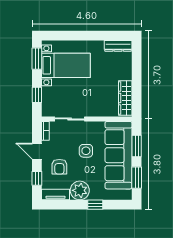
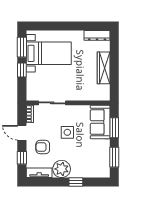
window: (37, 95) -> (22, 70), moved
wardrobe: (125, 98) -> (104, 68), moved
sofa: (119, 155) -> (100, 122), width x0.54, depth x0.79
armchair: (59, 167) -> (43, 147), turned 90

